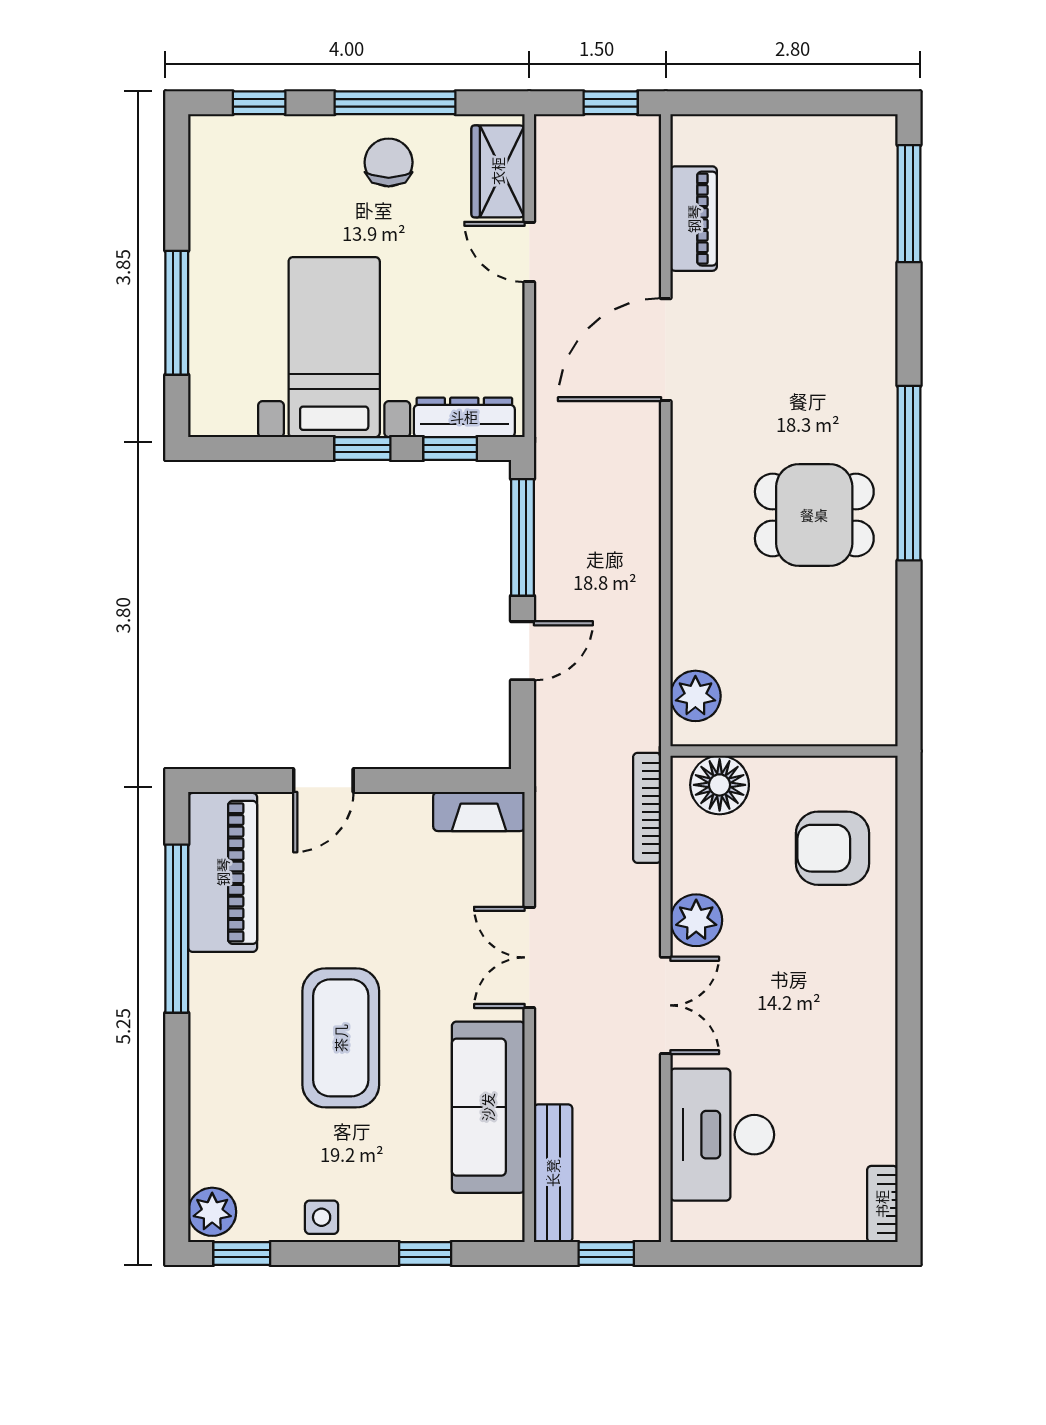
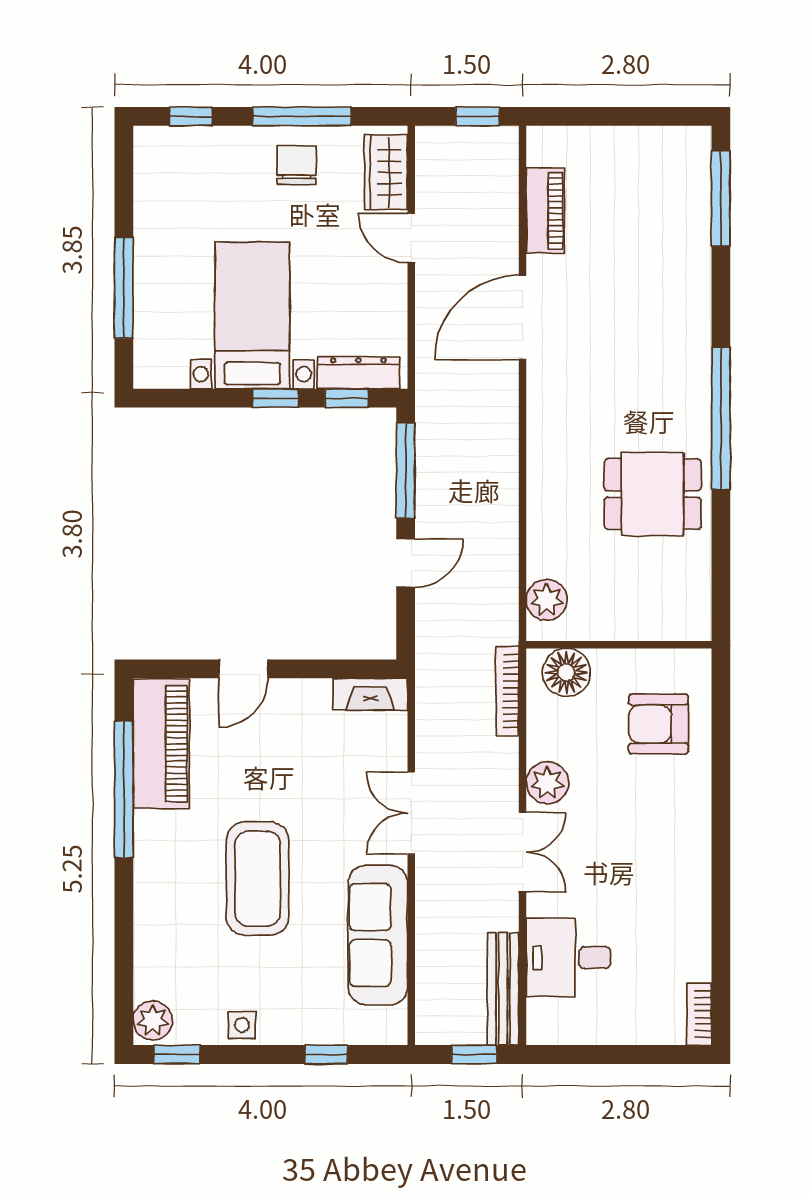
dining table: (814, 515) -> (653, 494), moved
desk: (722, 1135) -> (568, 958), width x0.73
bench: (553, 1173) -> (503, 989), moved

